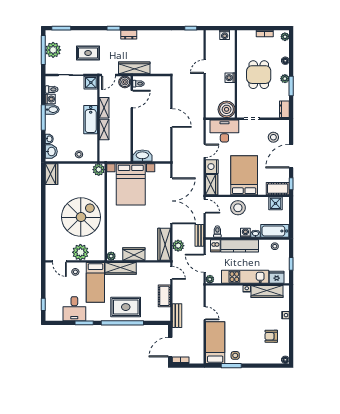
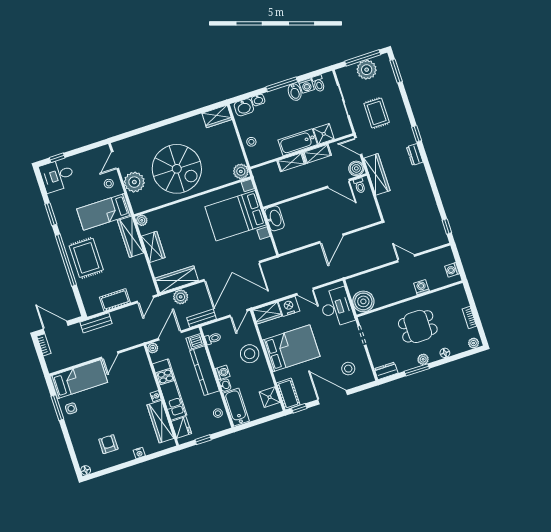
washing machine: (230, 78) -> (421, 287), moved
shower: (91, 83) -> (324, 134), moved
desk: (74, 309) -> (57, 175), moved

